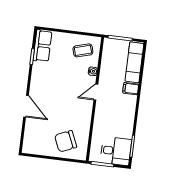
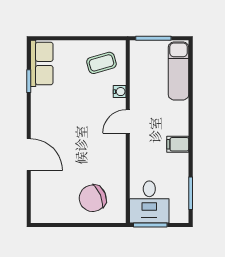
filing cabinet: (131, 89) -> (178, 144), moved
desk: (116, 151) -> (149, 202), moved, turned 90

